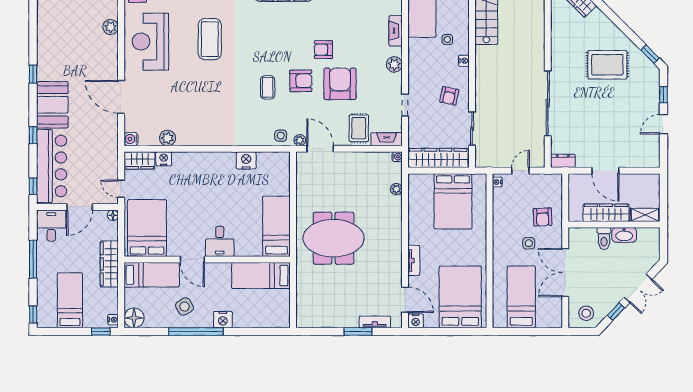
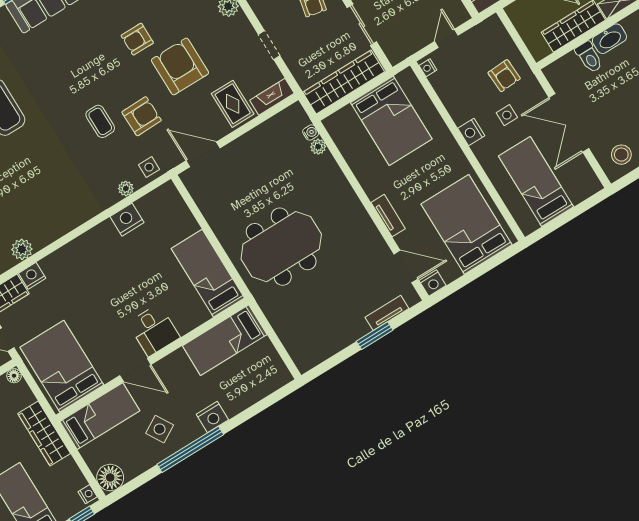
armchair: (301, 81) -> (142, 116), moved
plant: (300, 140) -> (126, 188), moved
water cooler: (397, 157) -> (311, 132), moved
nightstand: (500, 240) -> (471, 132), added

